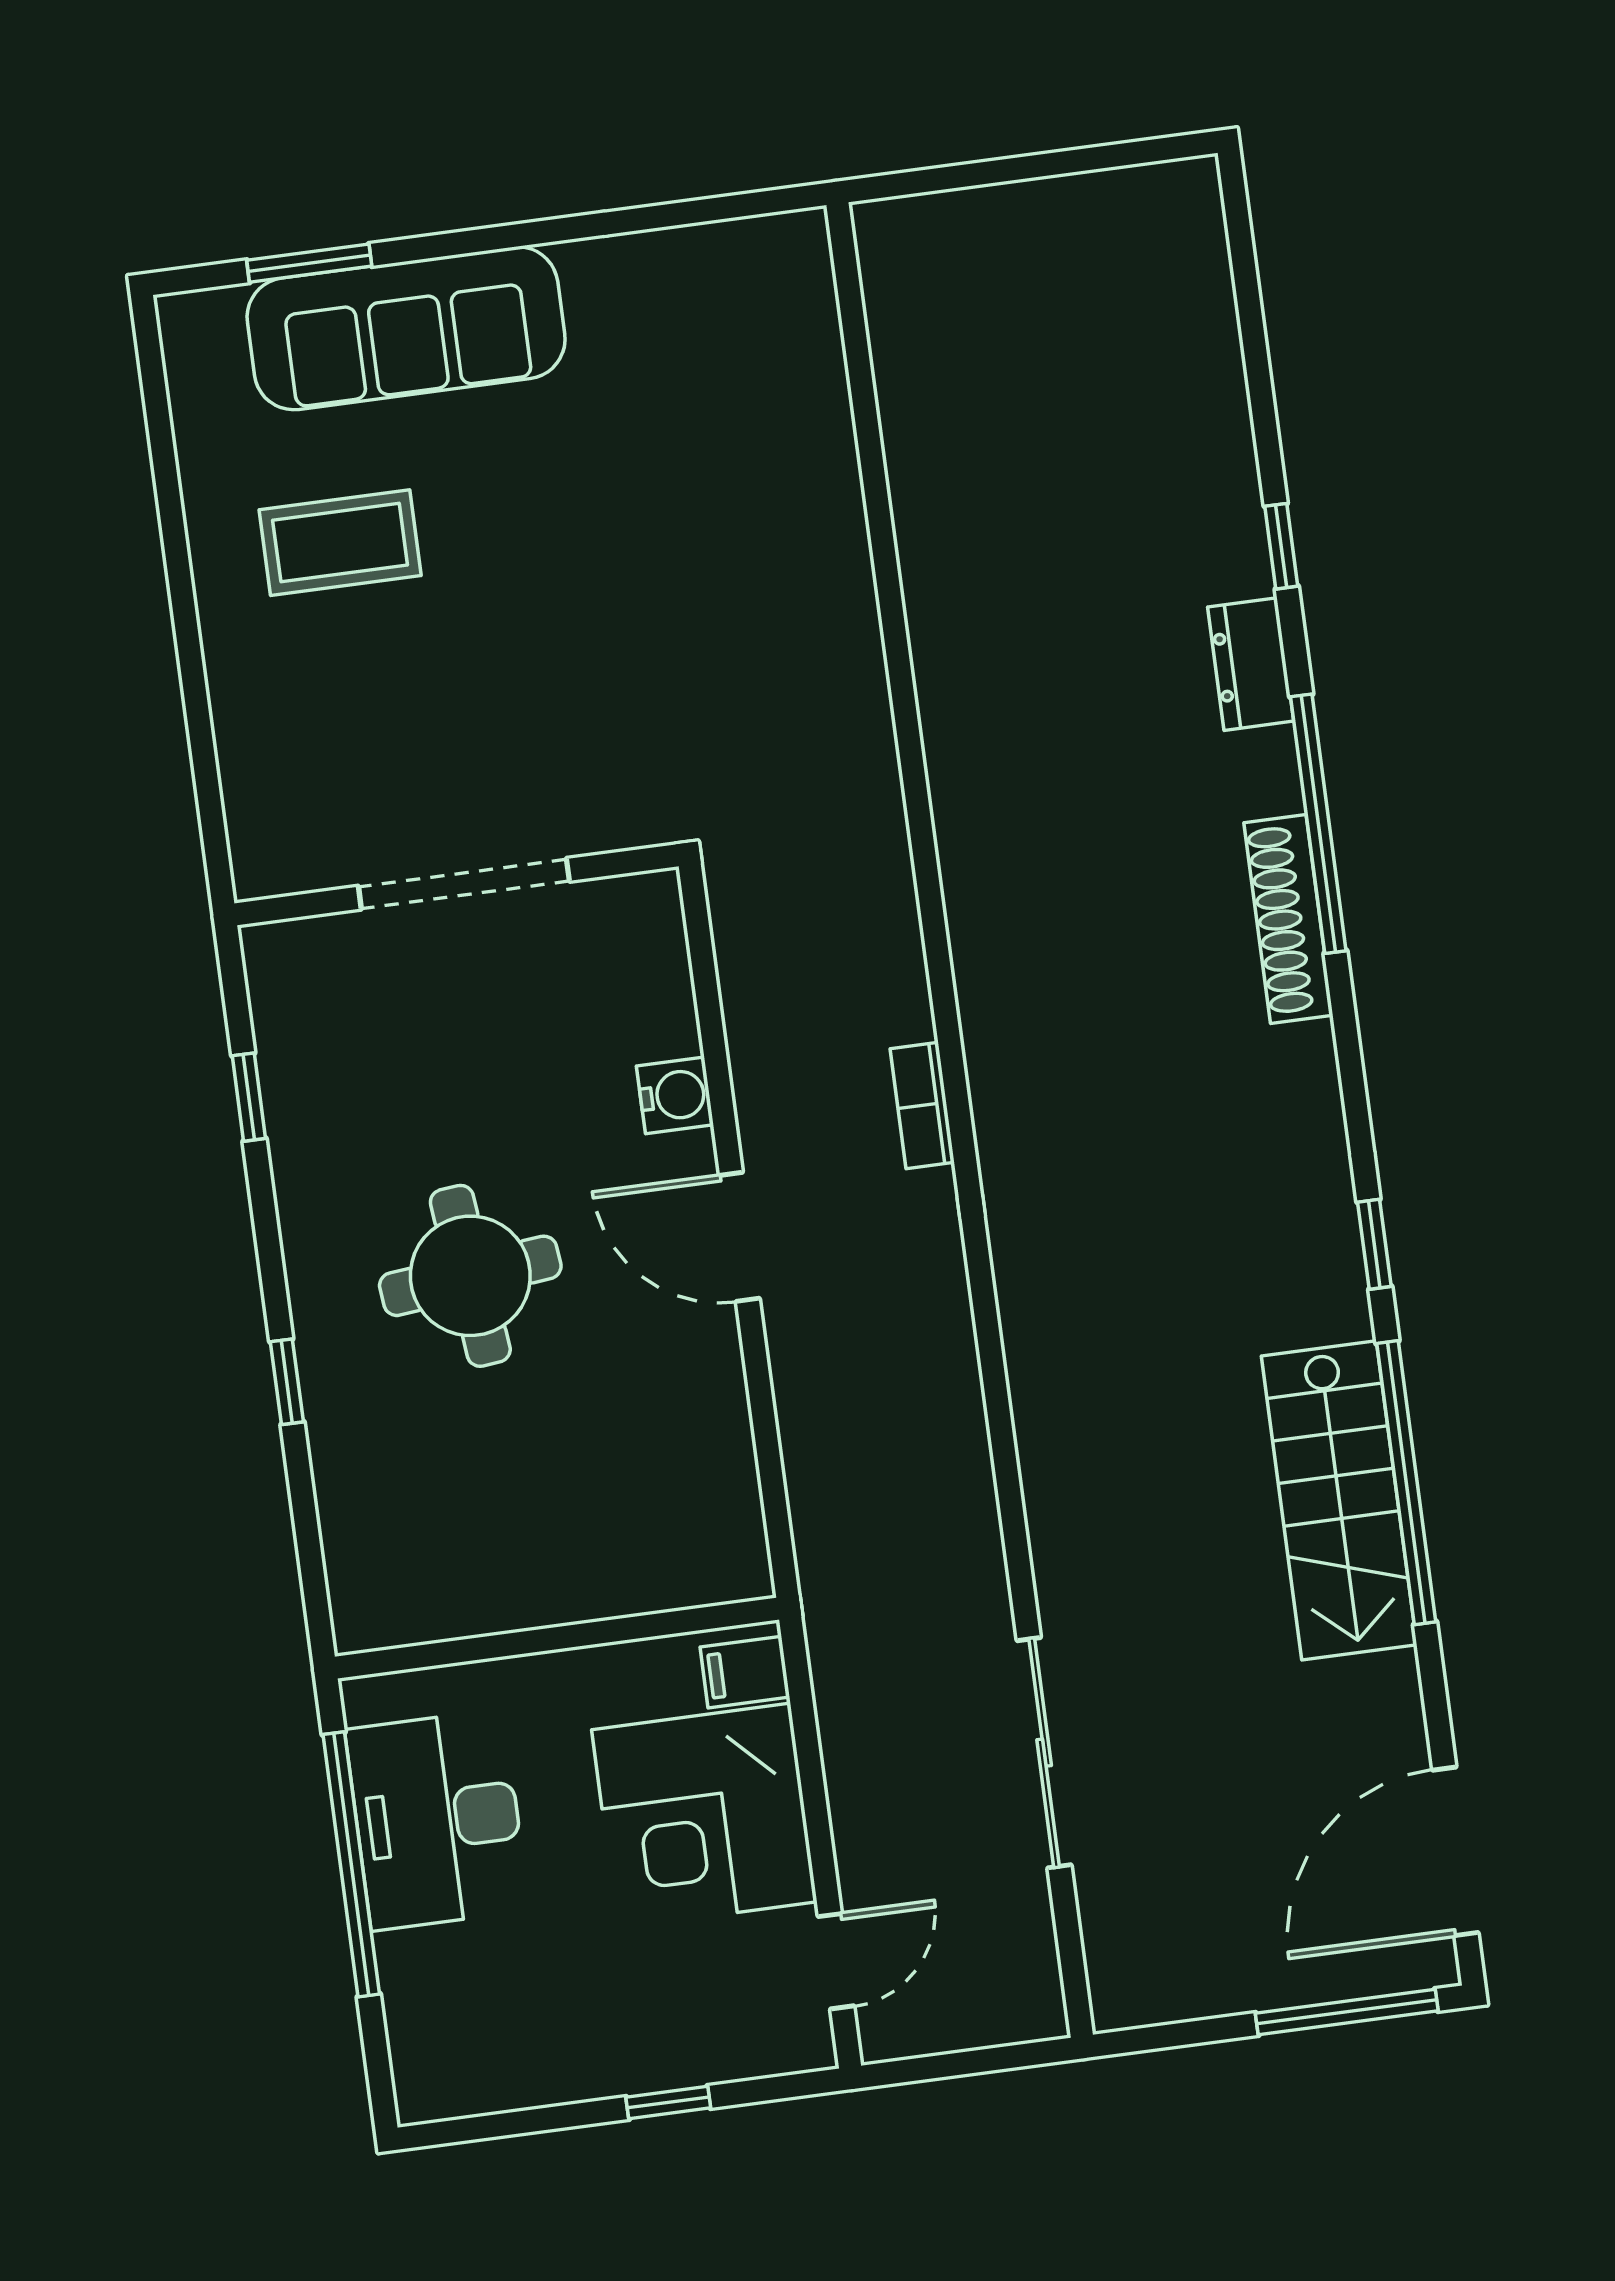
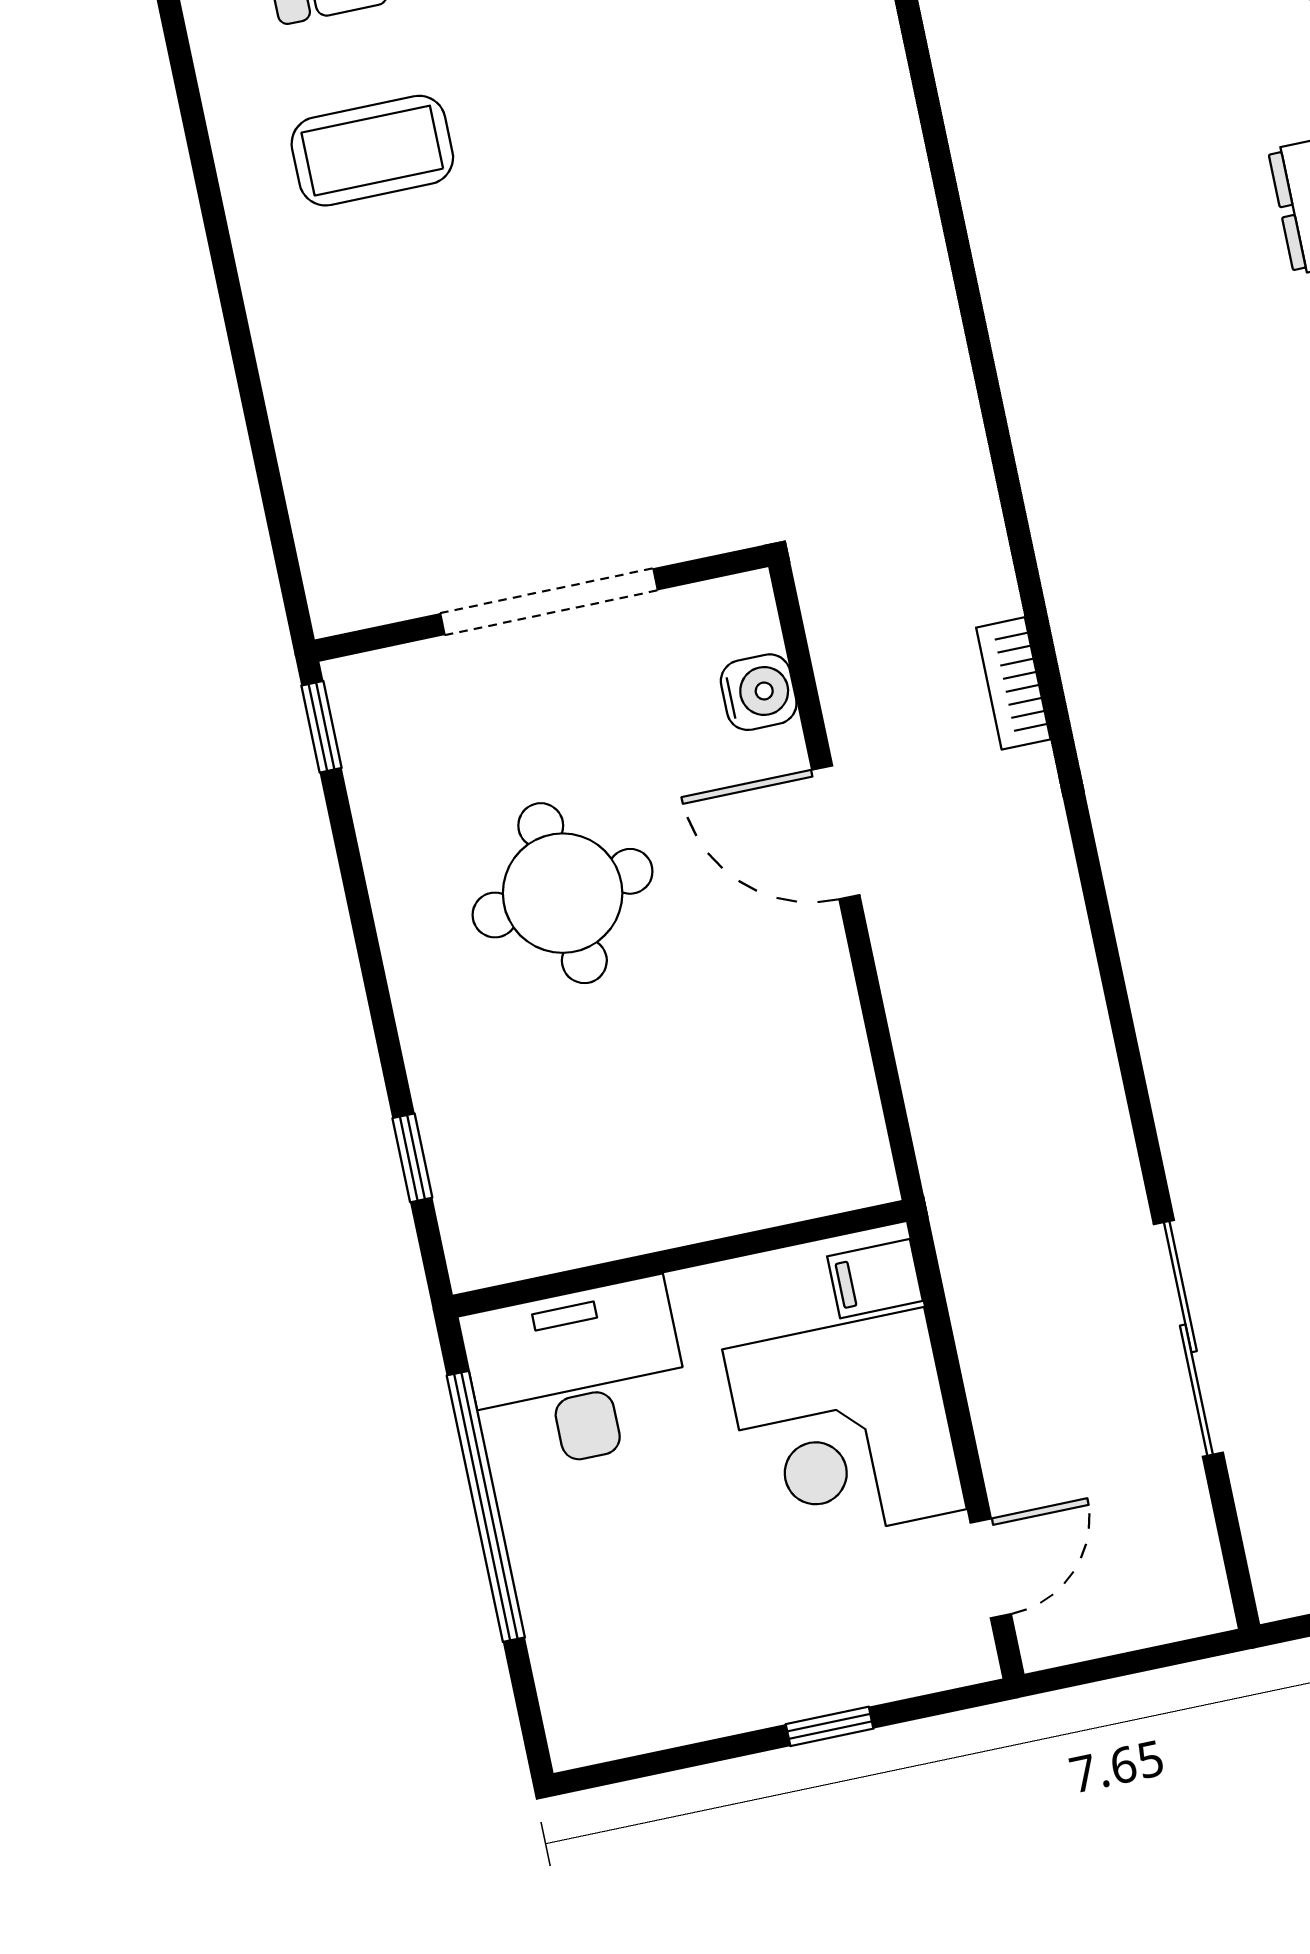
doorway: (464, 884) -> (549, 602), moved
wall: (456, 885) -> (541, 603), moved
window: (287, 1382) -> (412, 1158), moved
desk: (437, 1820) -> (577, 1376), moved, turned 90

